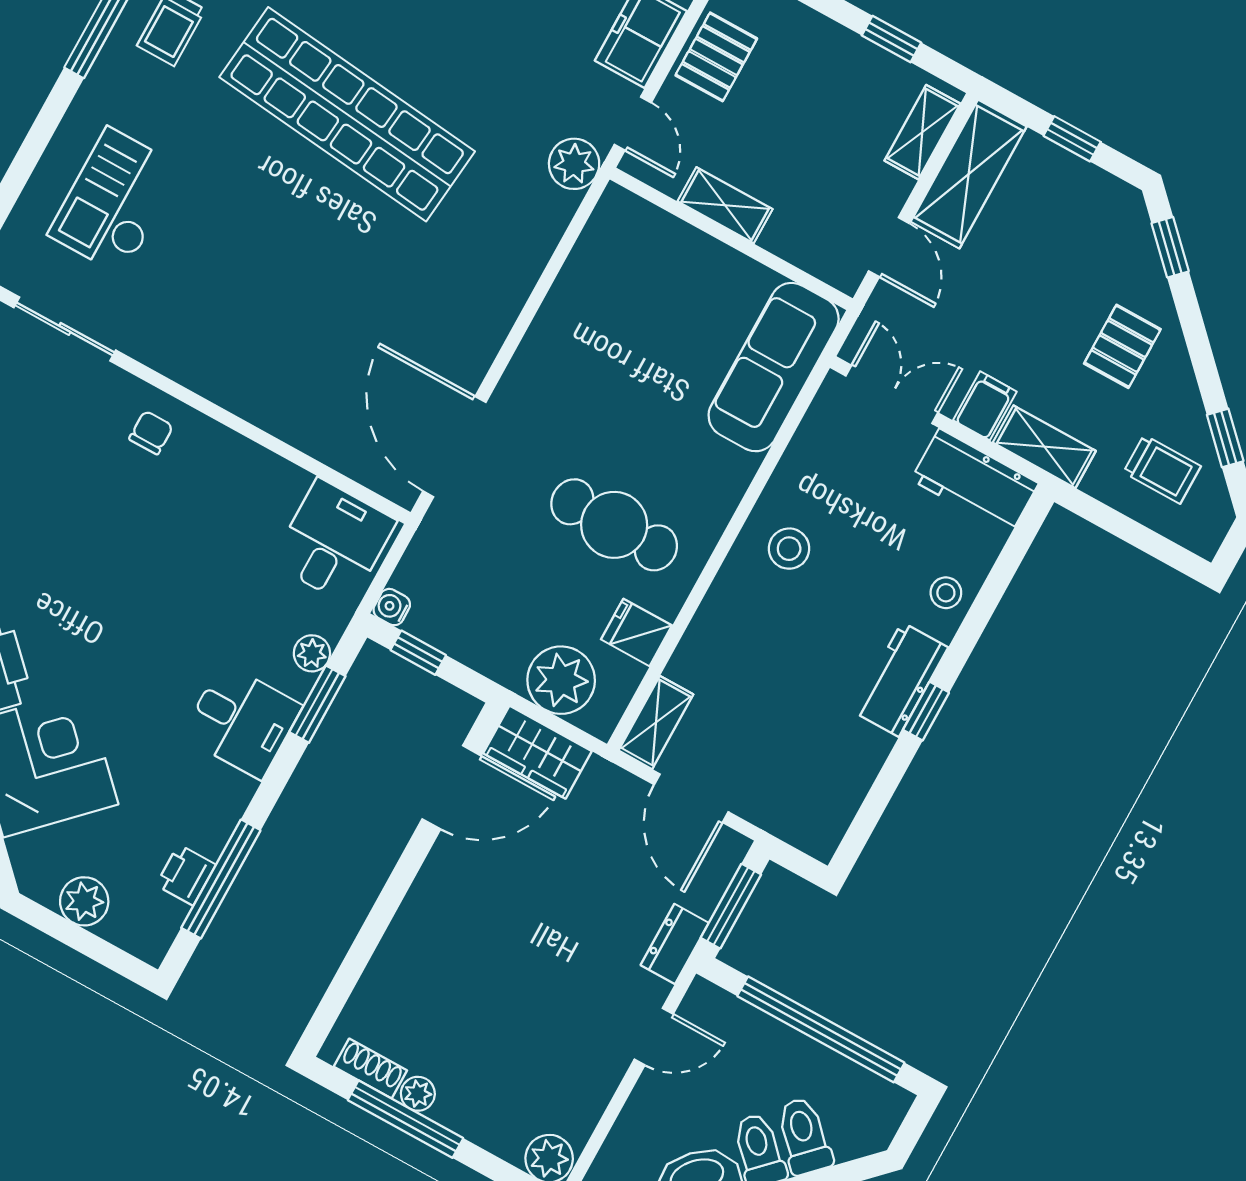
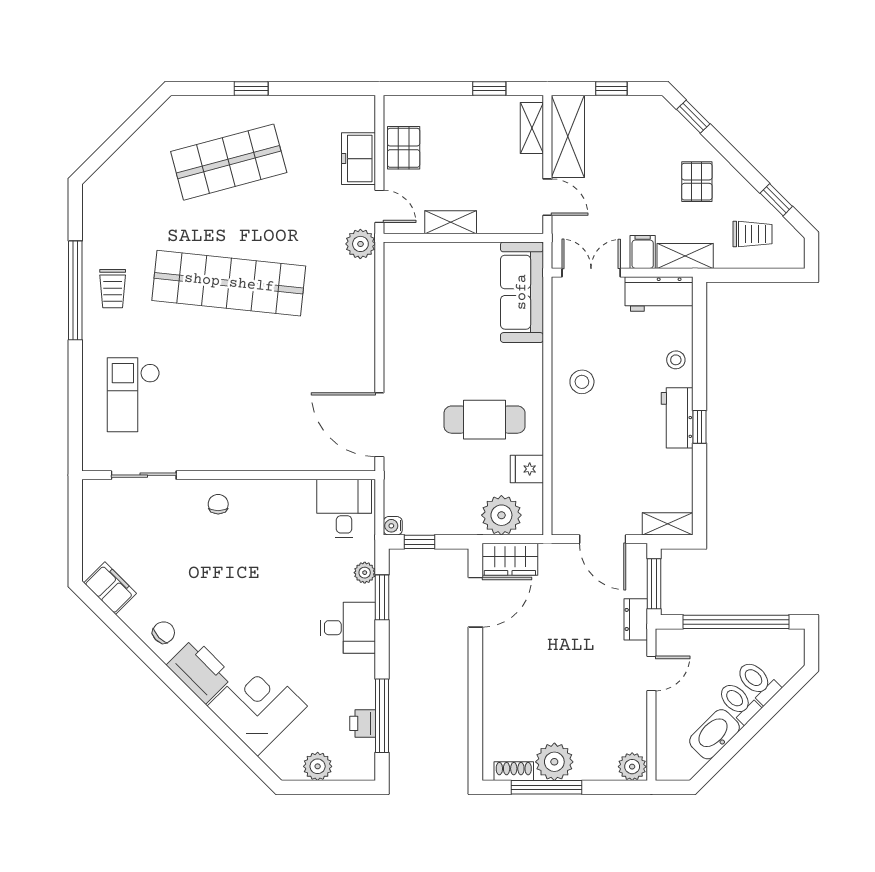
shelving: (656, 722) -> (668, 524), moved, turned 90
plant: (418, 1094) -> (554, 762), width x1.88, depth x1.88

